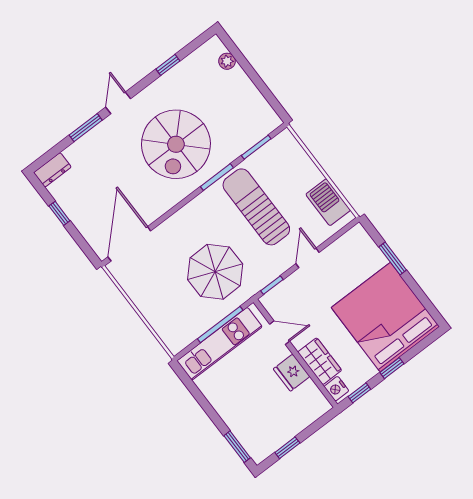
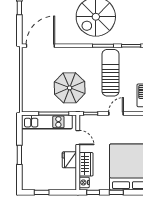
window: (237, 447) -> (19, 155), moved

